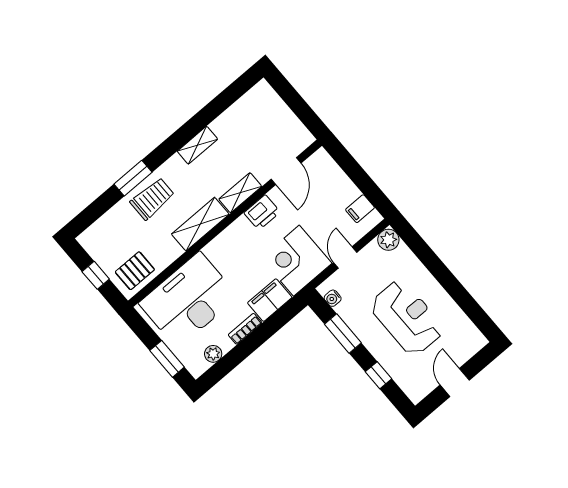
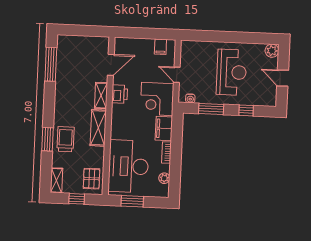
window: (223, 102) -> (51, 64), added
shelving: (197, 145) -> (56, 180), moved
door: (286, 171) -> (111, 65), hinge flipped
plant: (388, 240) -> (272, 51), moved
reception desk: (407, 318) -> (232, 72), turned 90
window: (167, 359) -> (132, 201), moved

